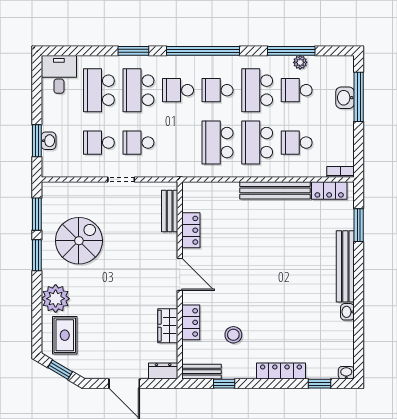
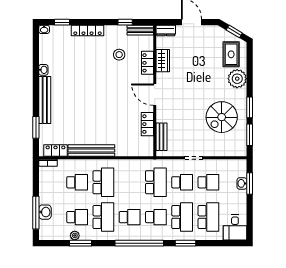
window: (291, 51) -> (81, 243), width x0.69
school desk: (218, 143) -> (156, 182), moved

